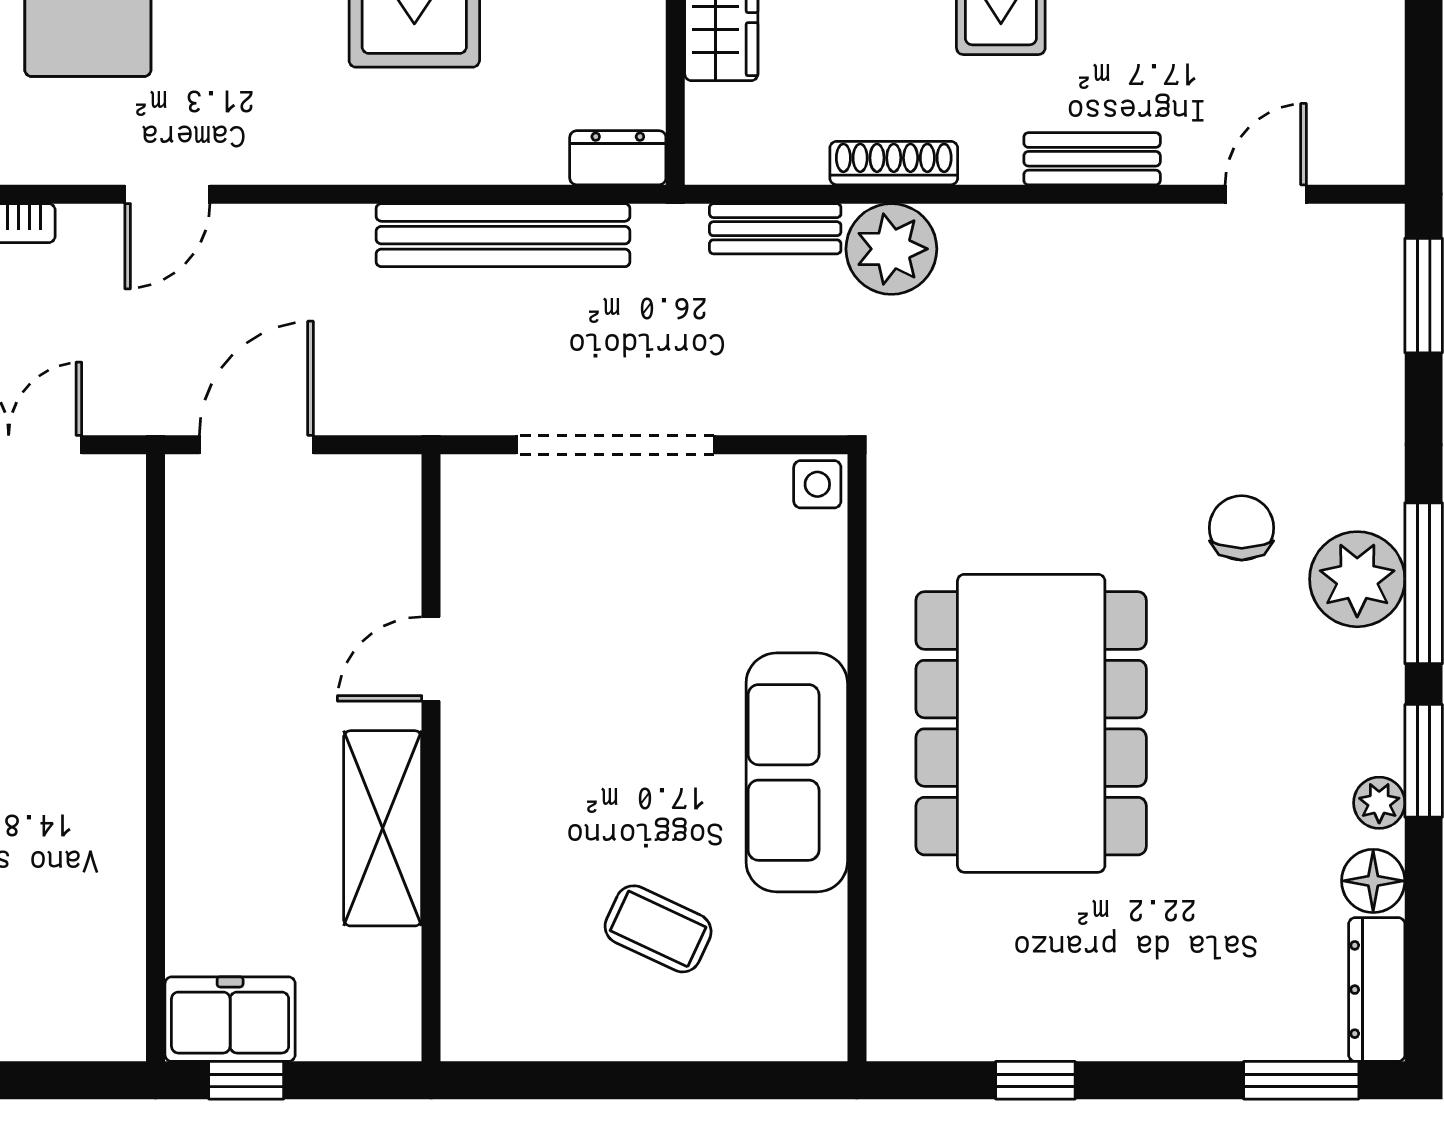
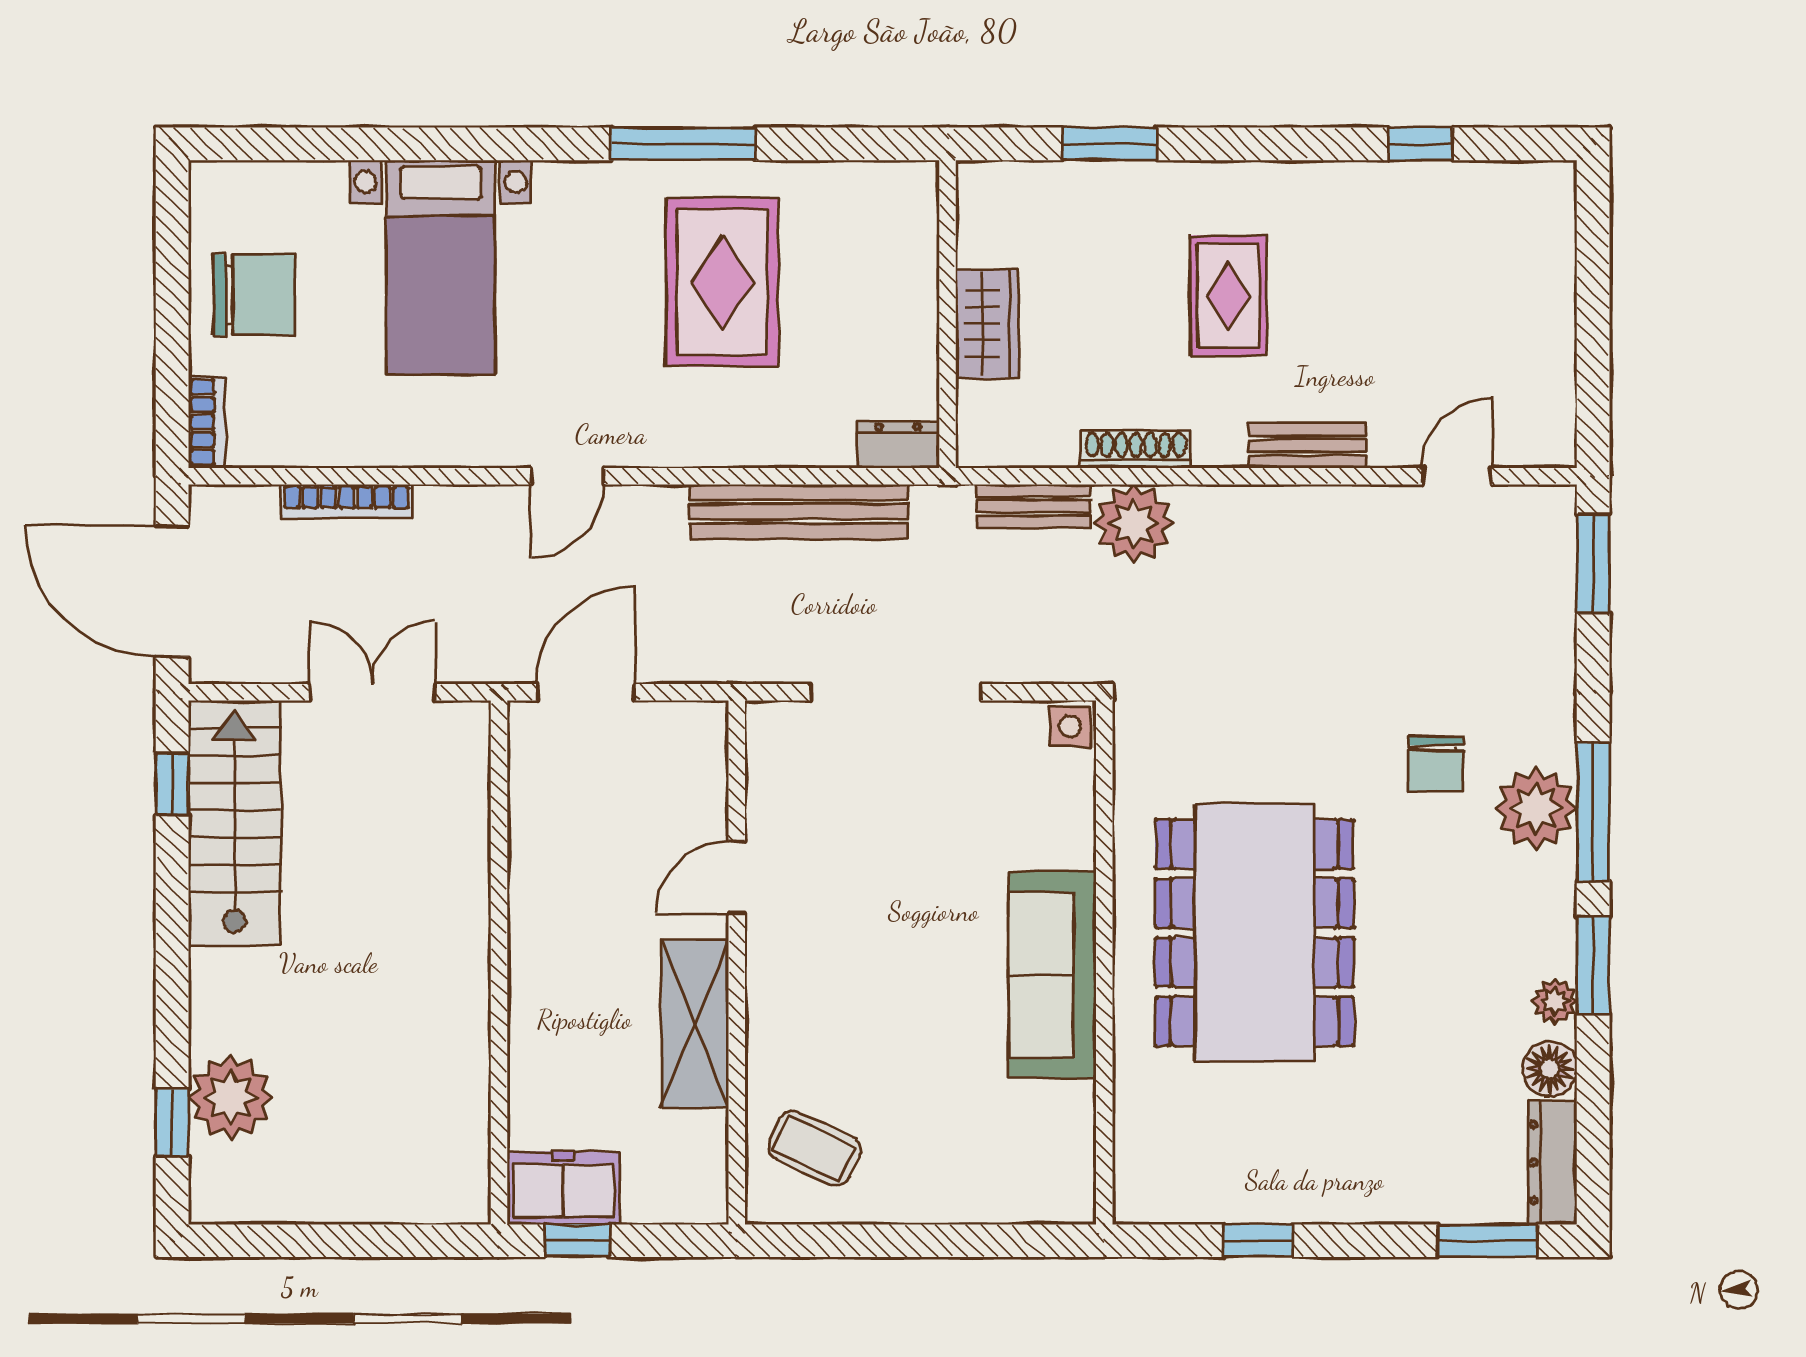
door: (167, 194) -> (567, 476), moved
chair: (1242, 528) -> (1436, 764), turned 180
coffee table: (658, 929) -> (815, 1148), moved

